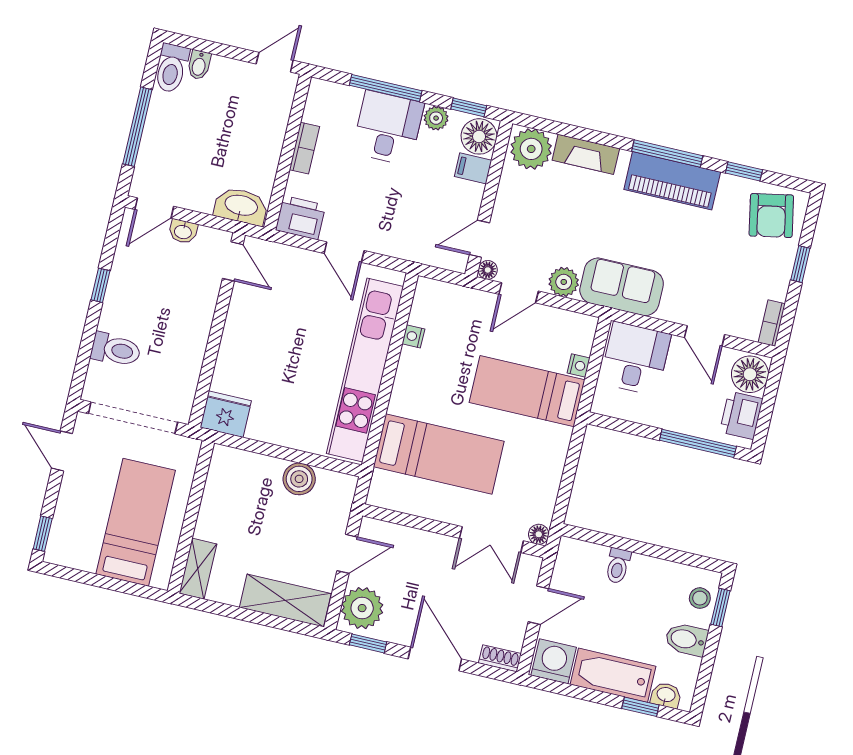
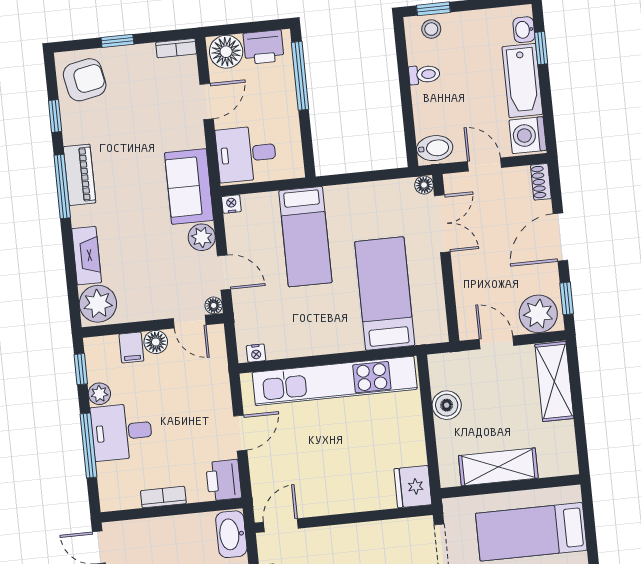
floor lamp: (479, 136) -> (156, 342), moved, width x0.73, depth x0.73
piano: (672, 181) -> (80, 175), width x0.73, depth x0.75
nightstand: (413, 336) -> (256, 353), moved
nightstand: (579, 366) -> (231, 204), moved
toilet: (618, 566) -> (424, 74), moved
shelving: (198, 569) -> (498, 467), moved, width x1.50, depth x1.33
bidet: (686, 639) -> (435, 148), moved, turned -90

